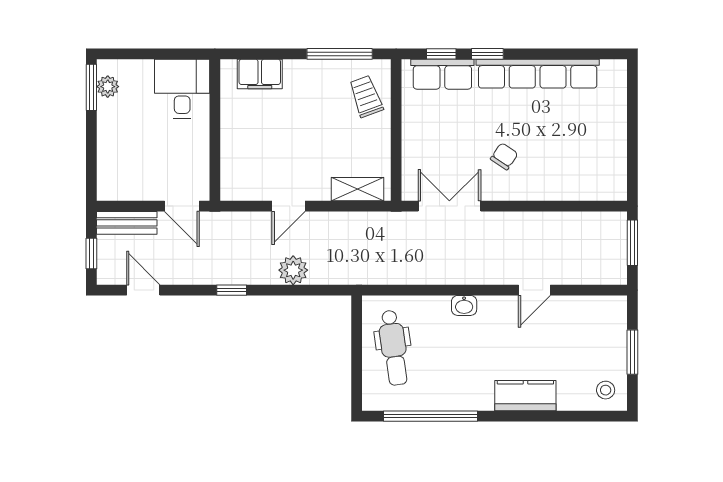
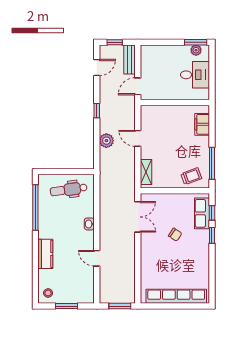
row of seats: (538, 74) -> (176, 296), moved, turned 90
desk: (182, 89) -> (195, 75), moved
chair: (504, 156) -> (175, 235), moved

